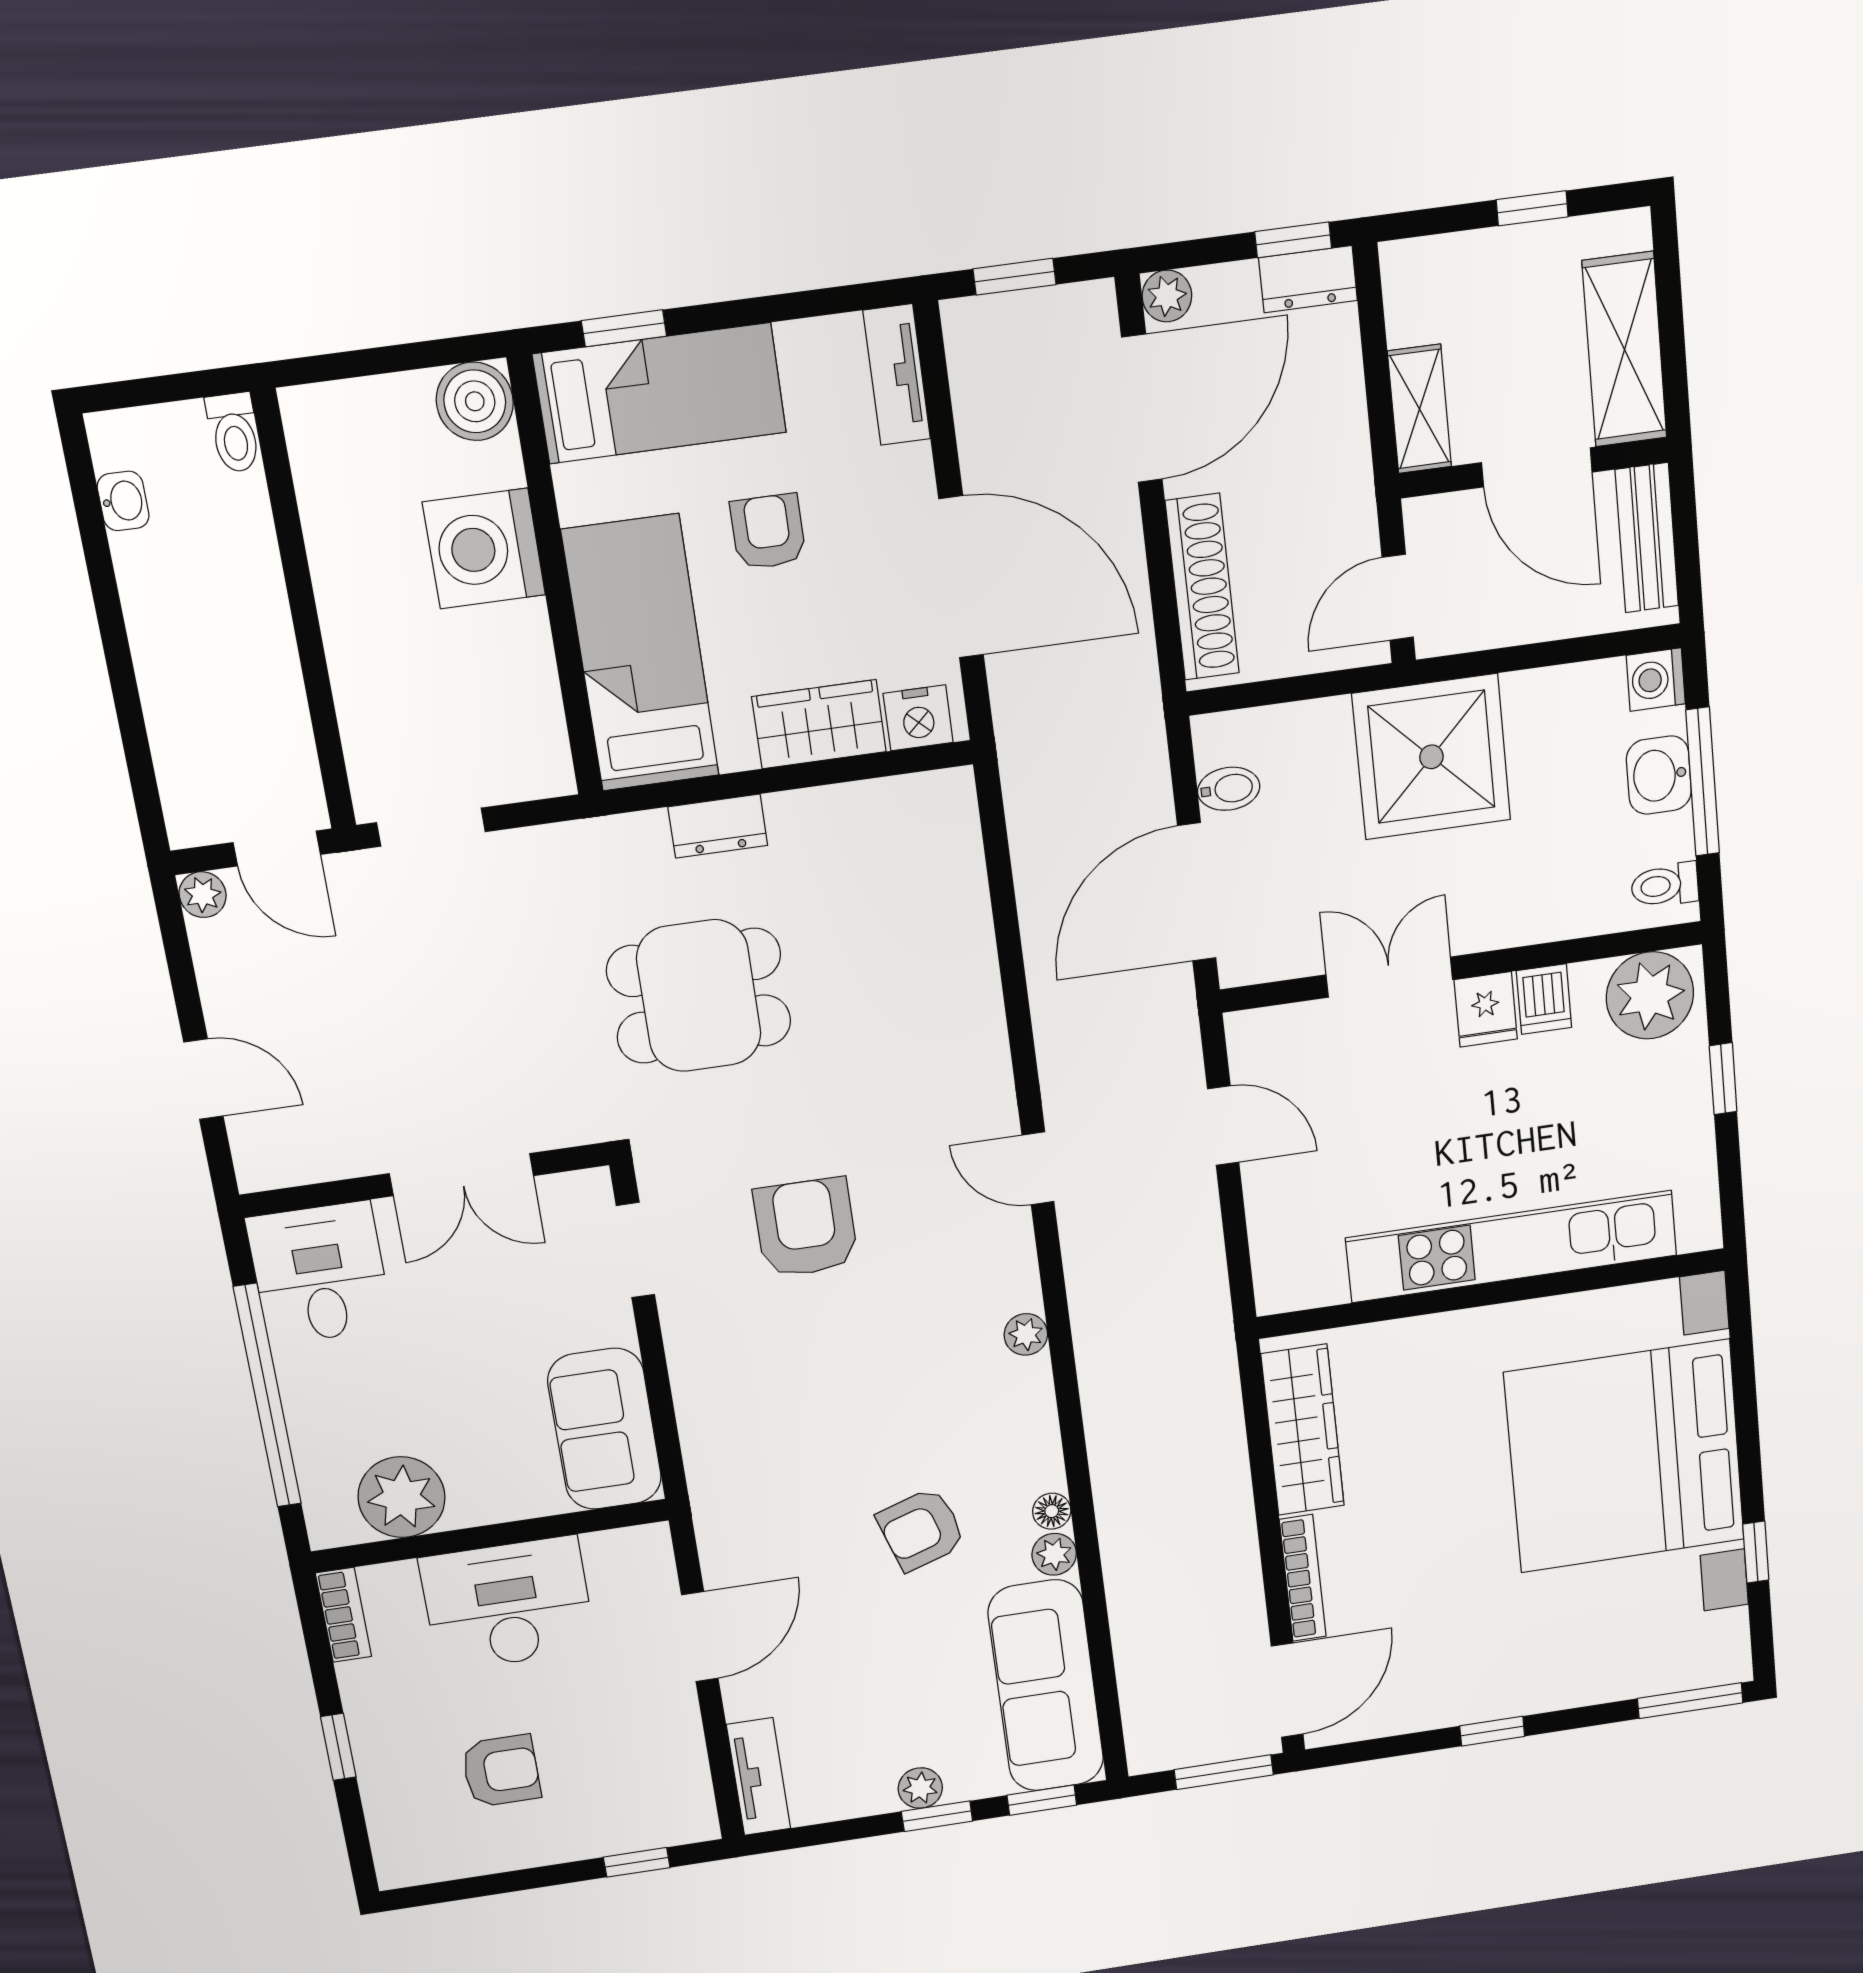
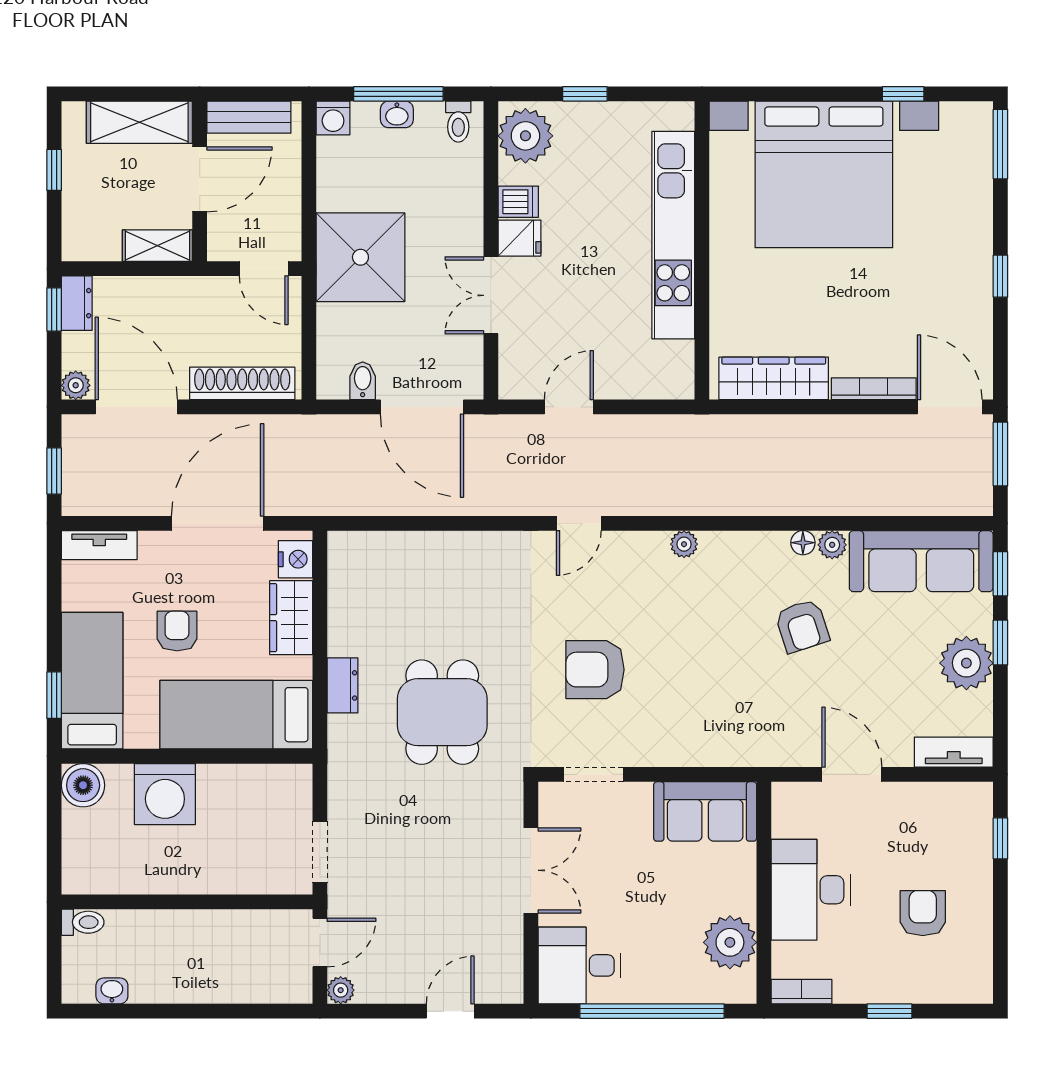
armchair: (768, 532) -> (177, 631), turned 90
washbasin: (1659, 775) -> (397, 114), width x0.72, depth x0.69
plant: (920, 1788) -> (966, 663), width x1.88, depth x1.88

